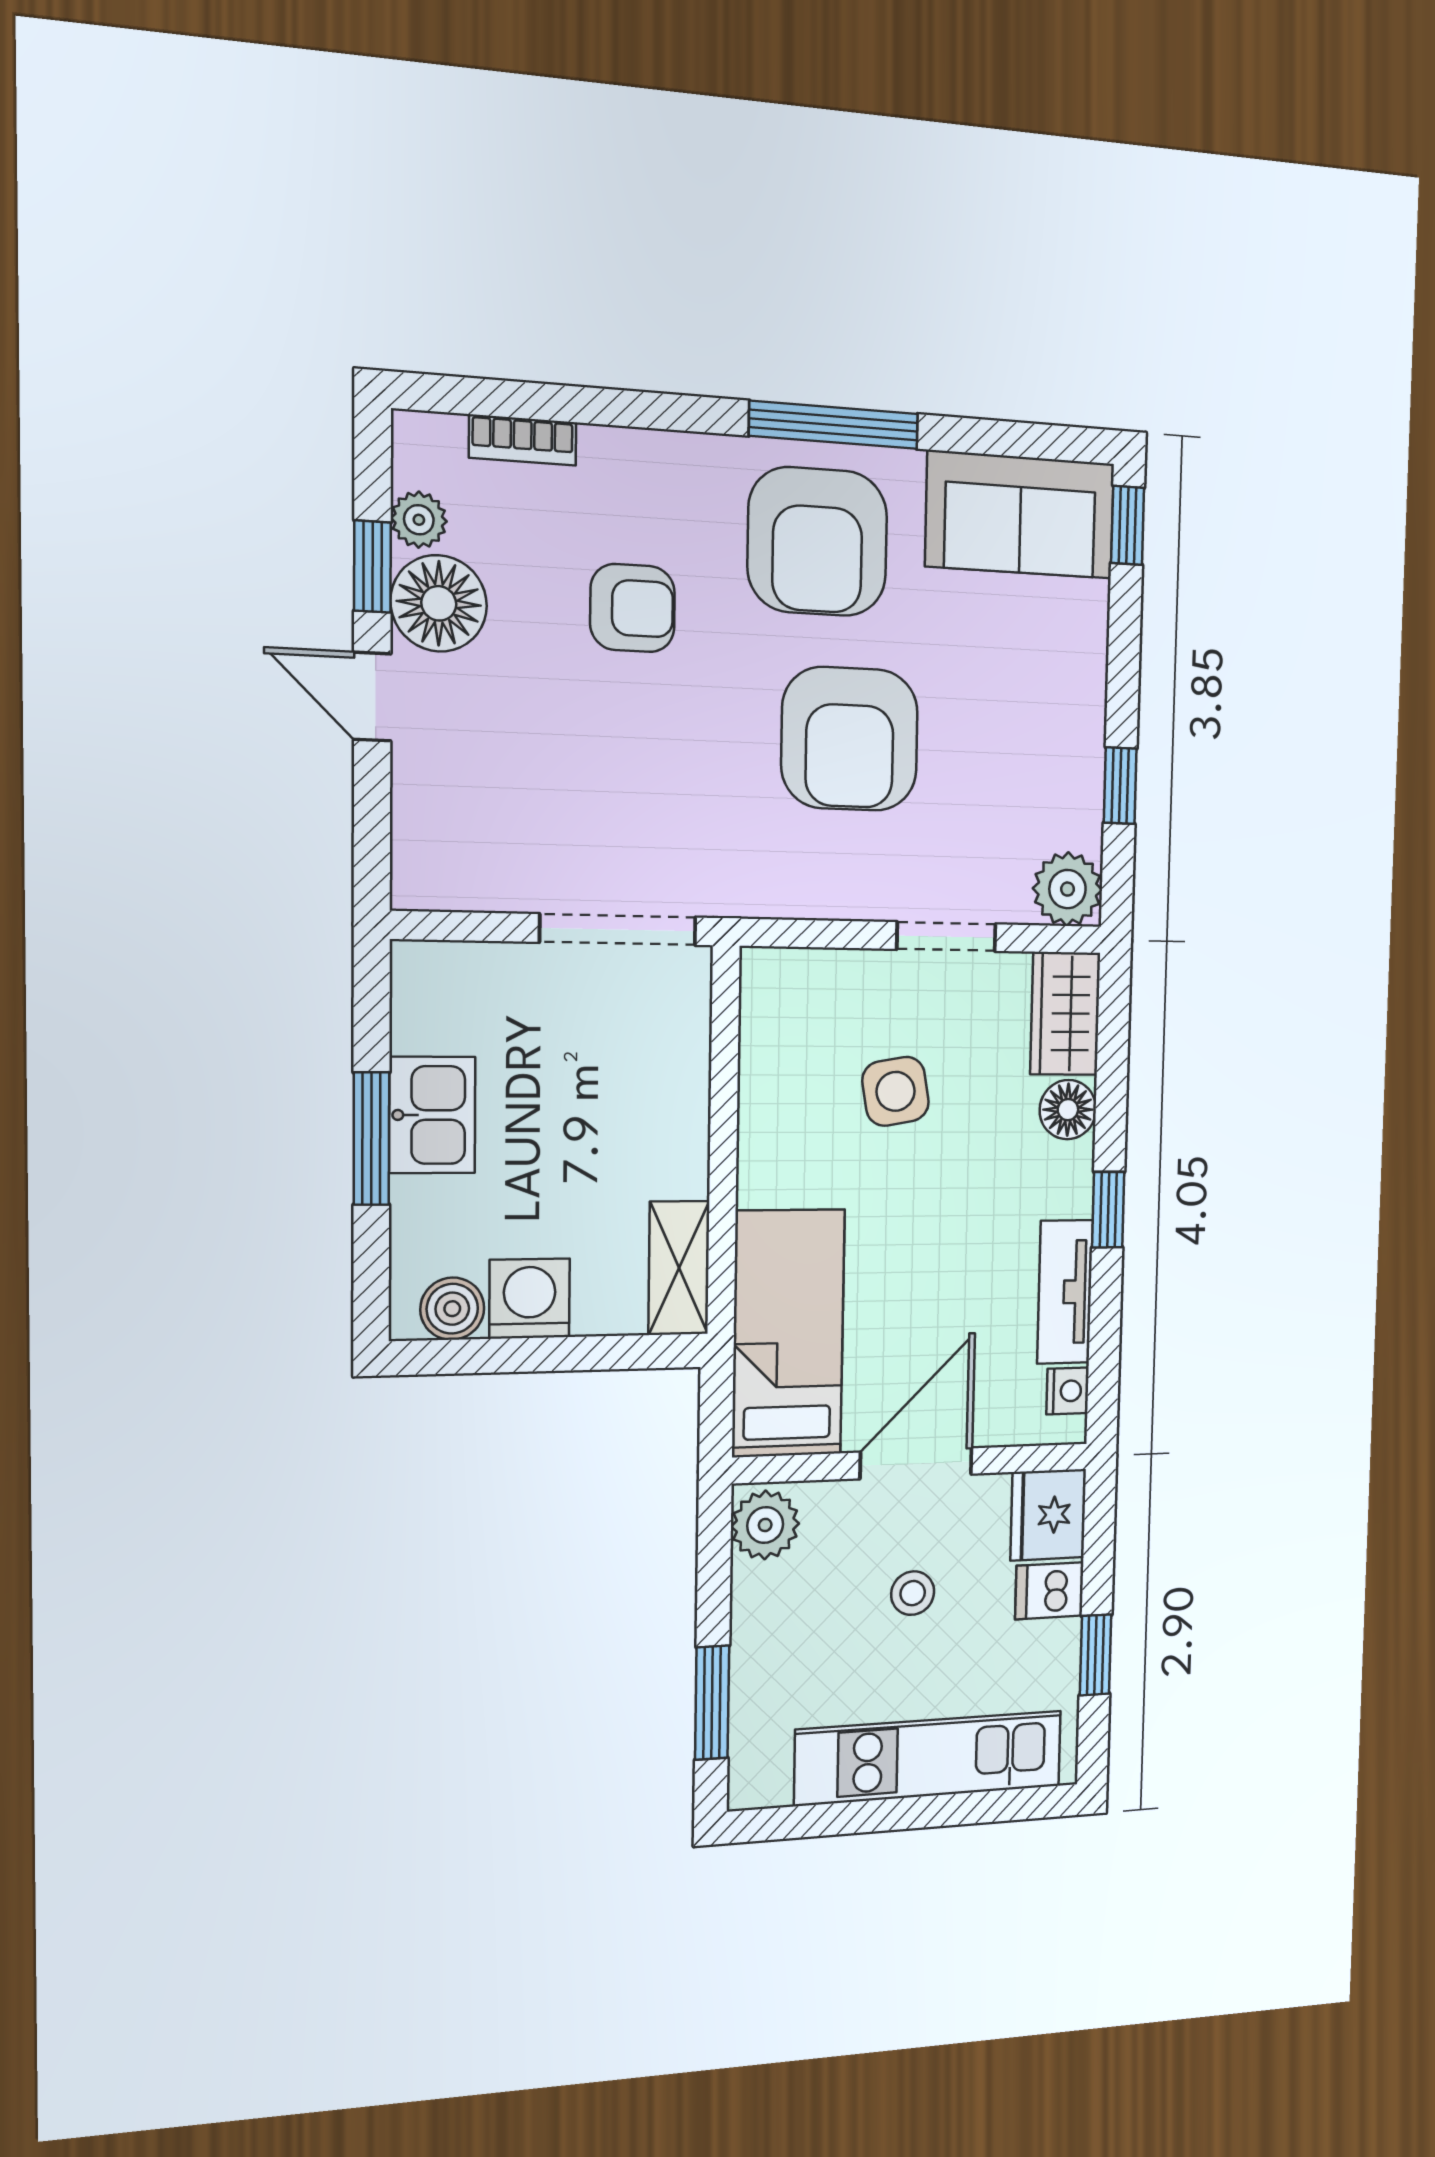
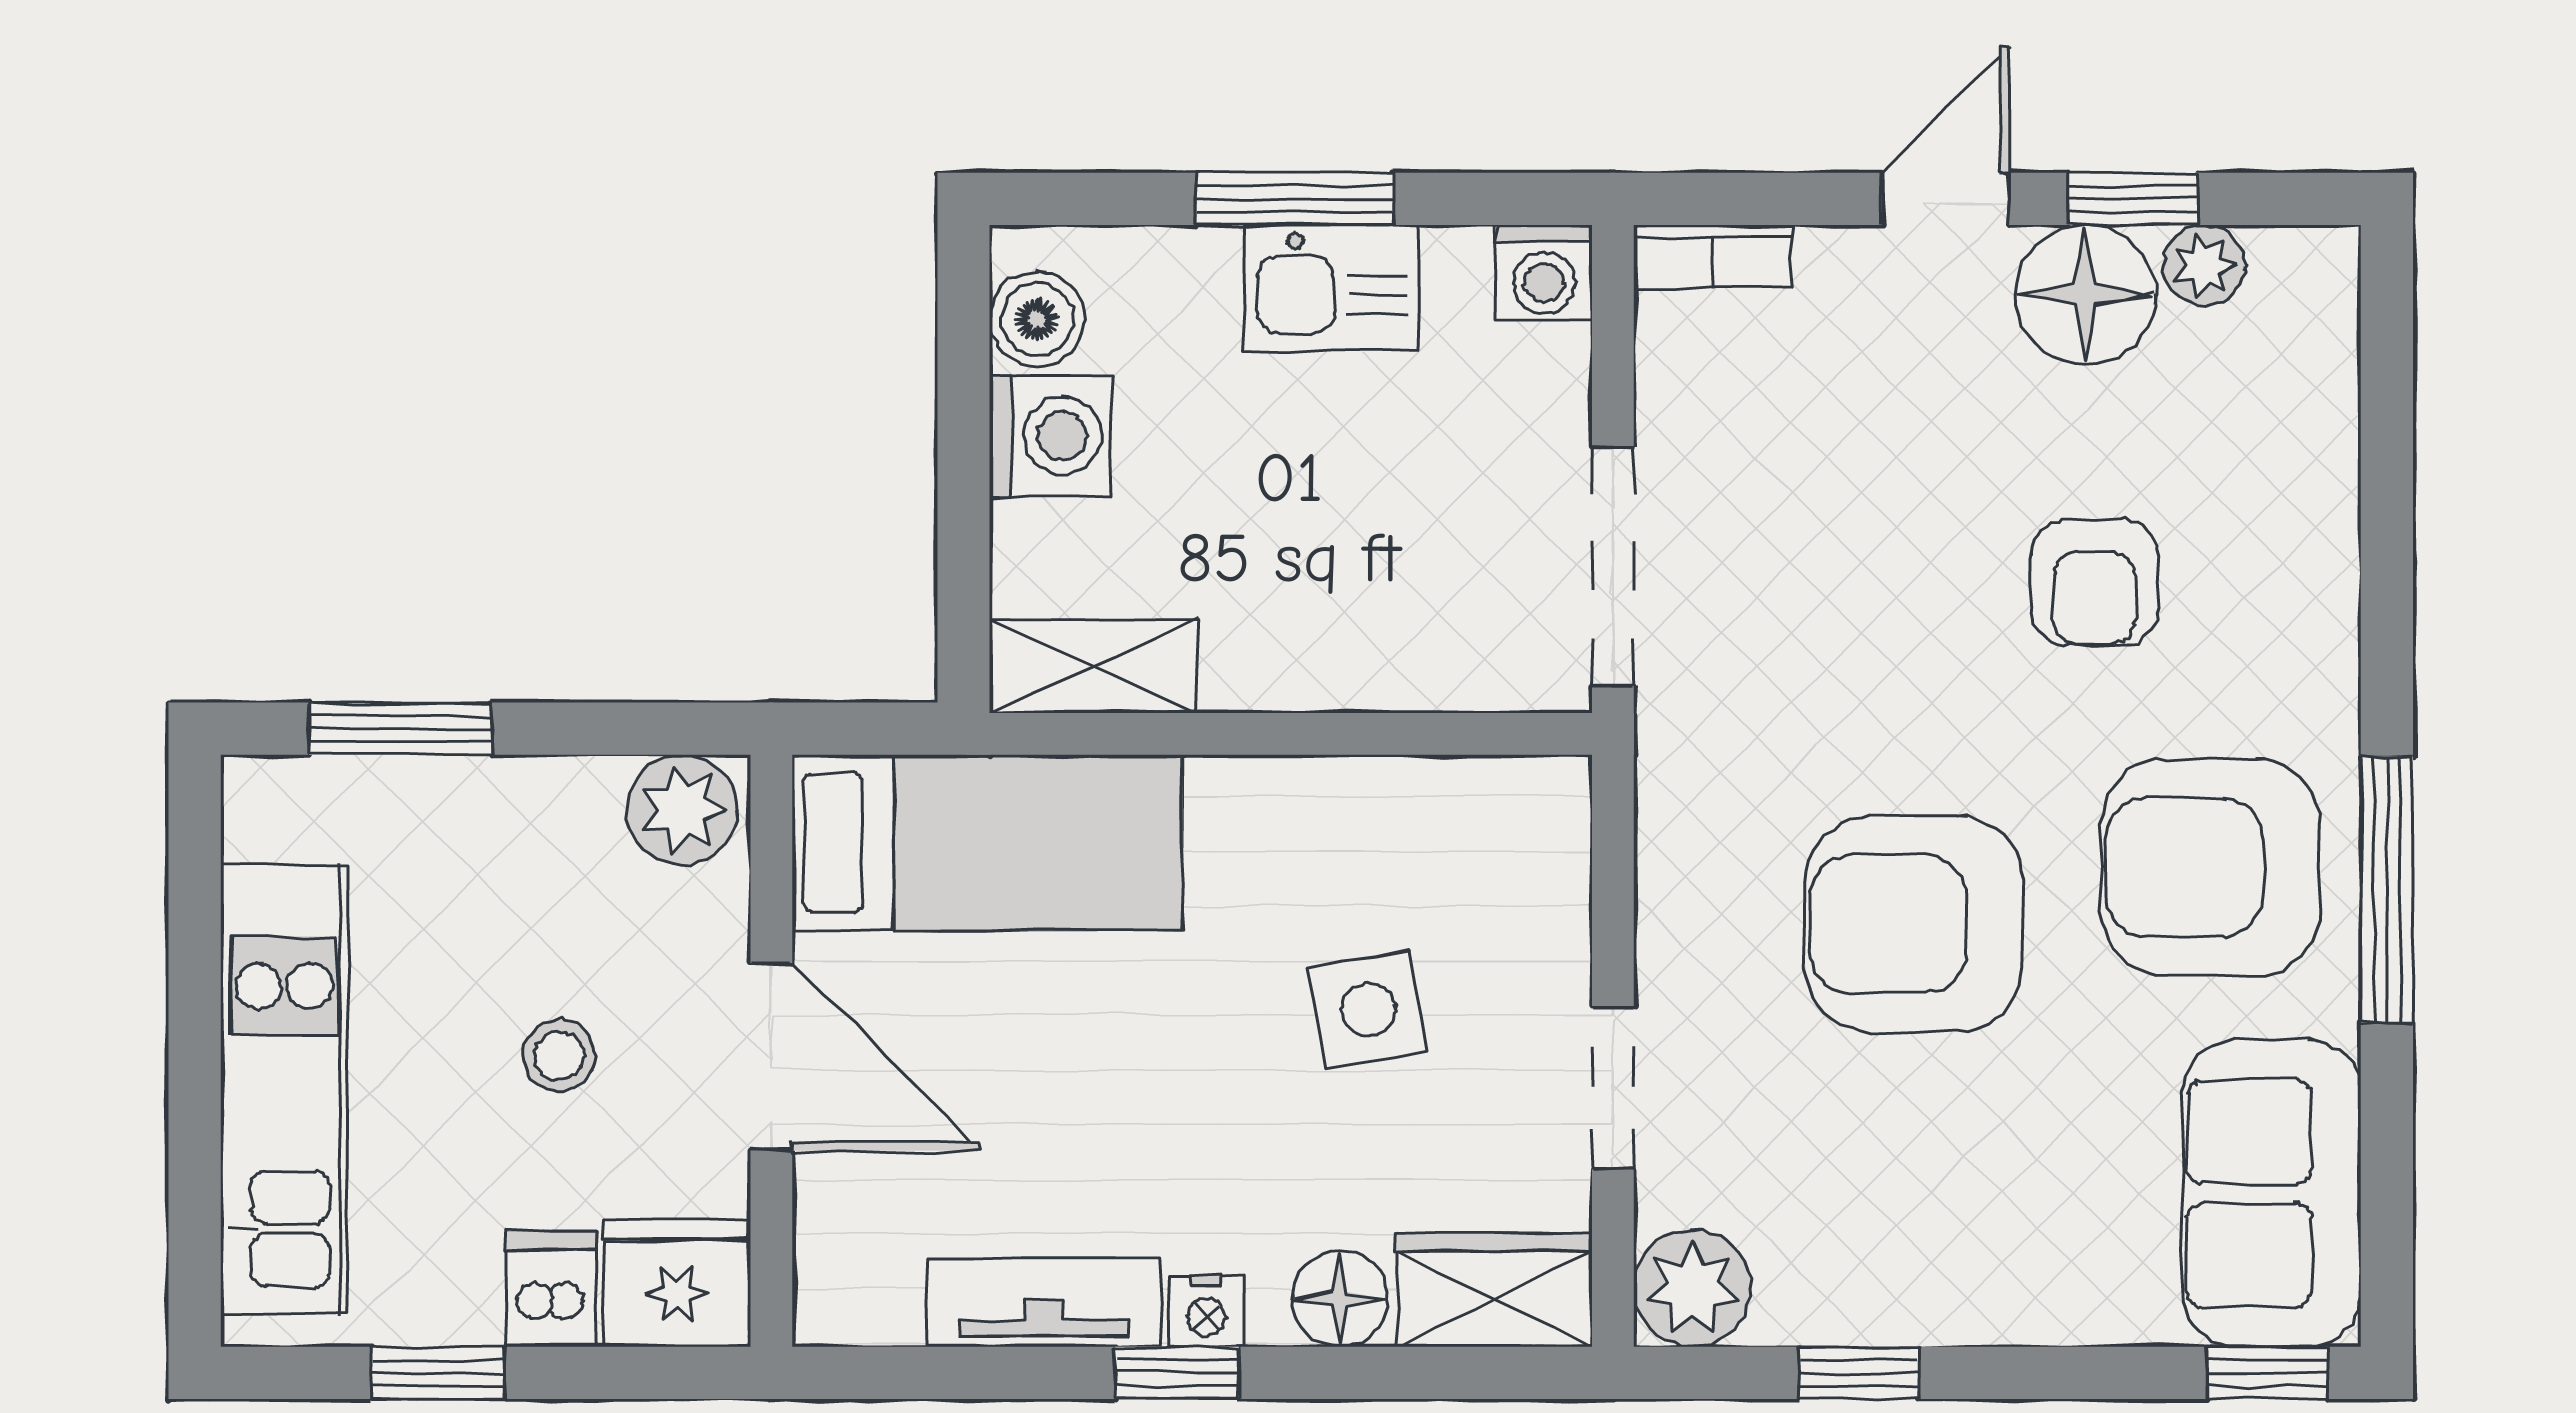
bookcase: (523, 440) -> (1712, 256), moved, turned -90
washing machine: (422, 972) -> (1544, 273), added
nightstand: (1068, 1391) -> (1206, 1311), moved

